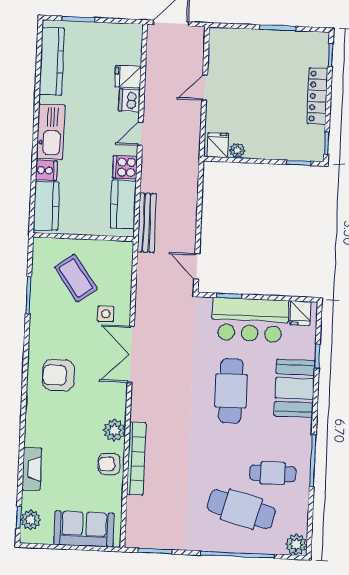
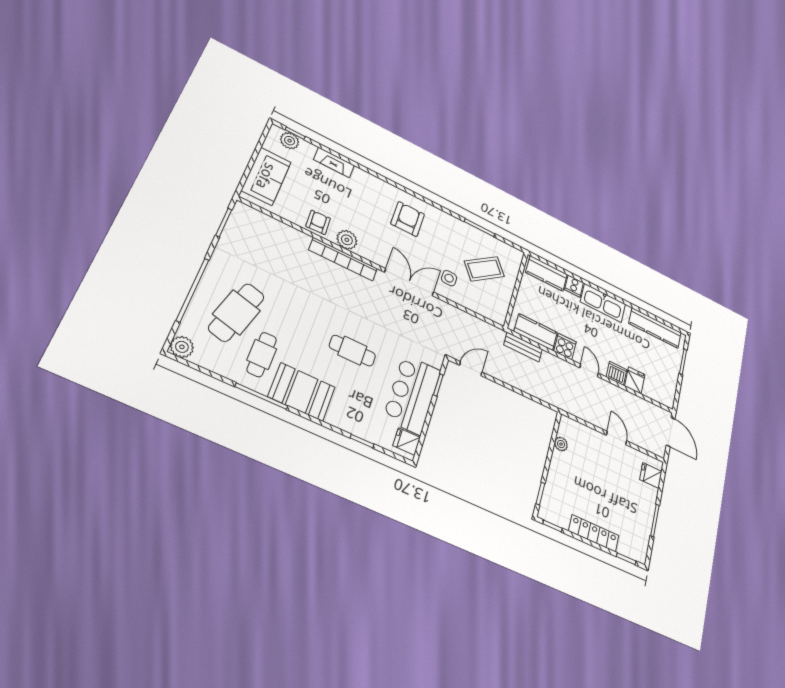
fridge: (218, 145) -> (651, 475), moved, turned 180
bench: (147, 223) -> (523, 347), width x0.73
booth: (295, 388) -> (302, 392), moved
cafe table: (231, 391) -> (352, 351), width x0.73, depth x0.74
bookcase: (136, 459) -> (343, 259), moved

